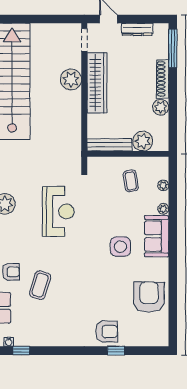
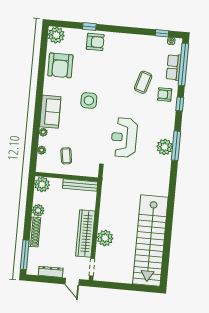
plant: (143, 141) -> (42, 184), moved
side table: (120, 247) -> (89, 100), moved
armchair: (107, 332) -> (95, 42), turned 180
plant: (158, 336) -> (56, 35), added

